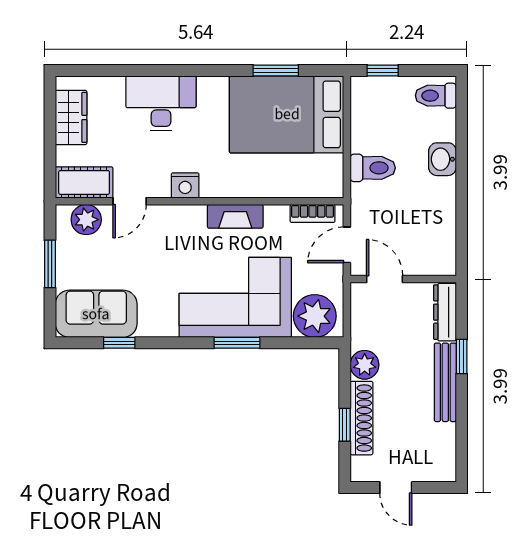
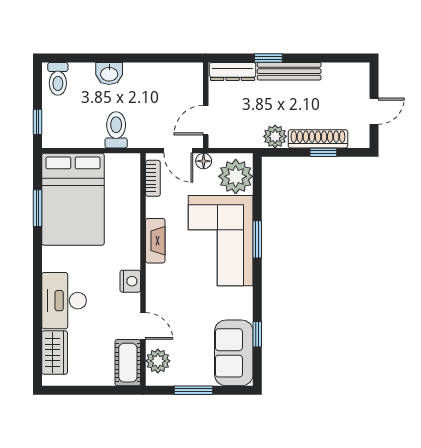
wardrobe: (71, 117) -> (55, 353), moved, turned 90
floor lamp: (334, 276) -> (204, 161), added

